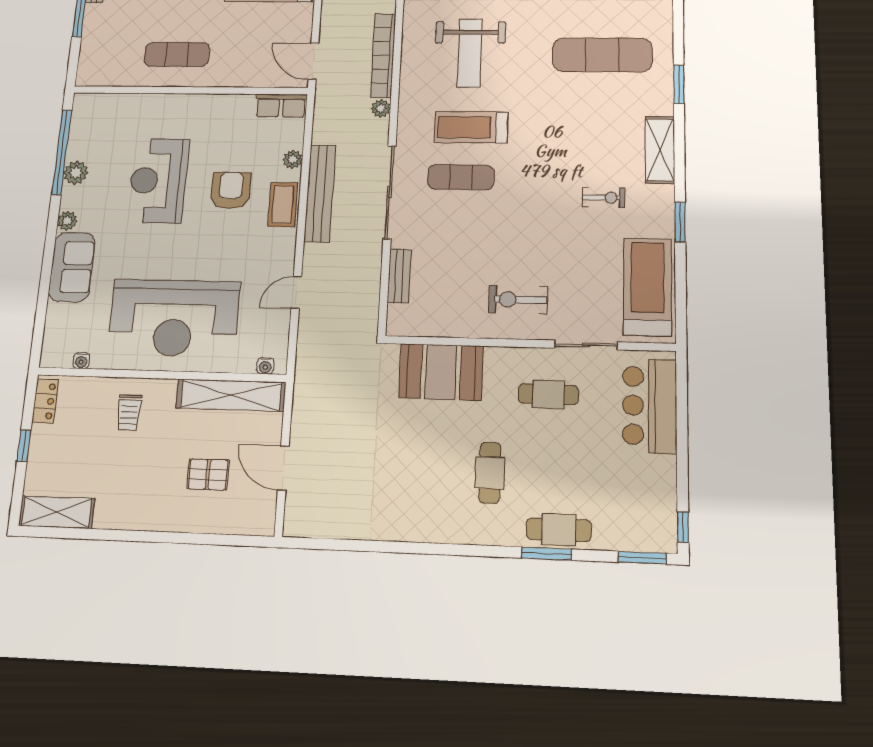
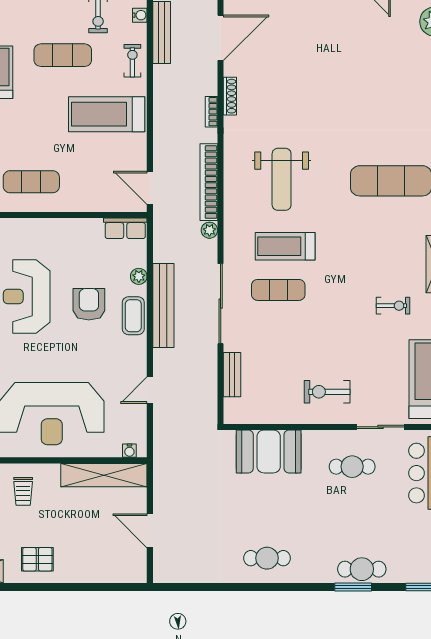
cafe table: (490, 473) -> (267, 558), moved, turned 90
pallet: (208, 475) -> (37, 559), moved

